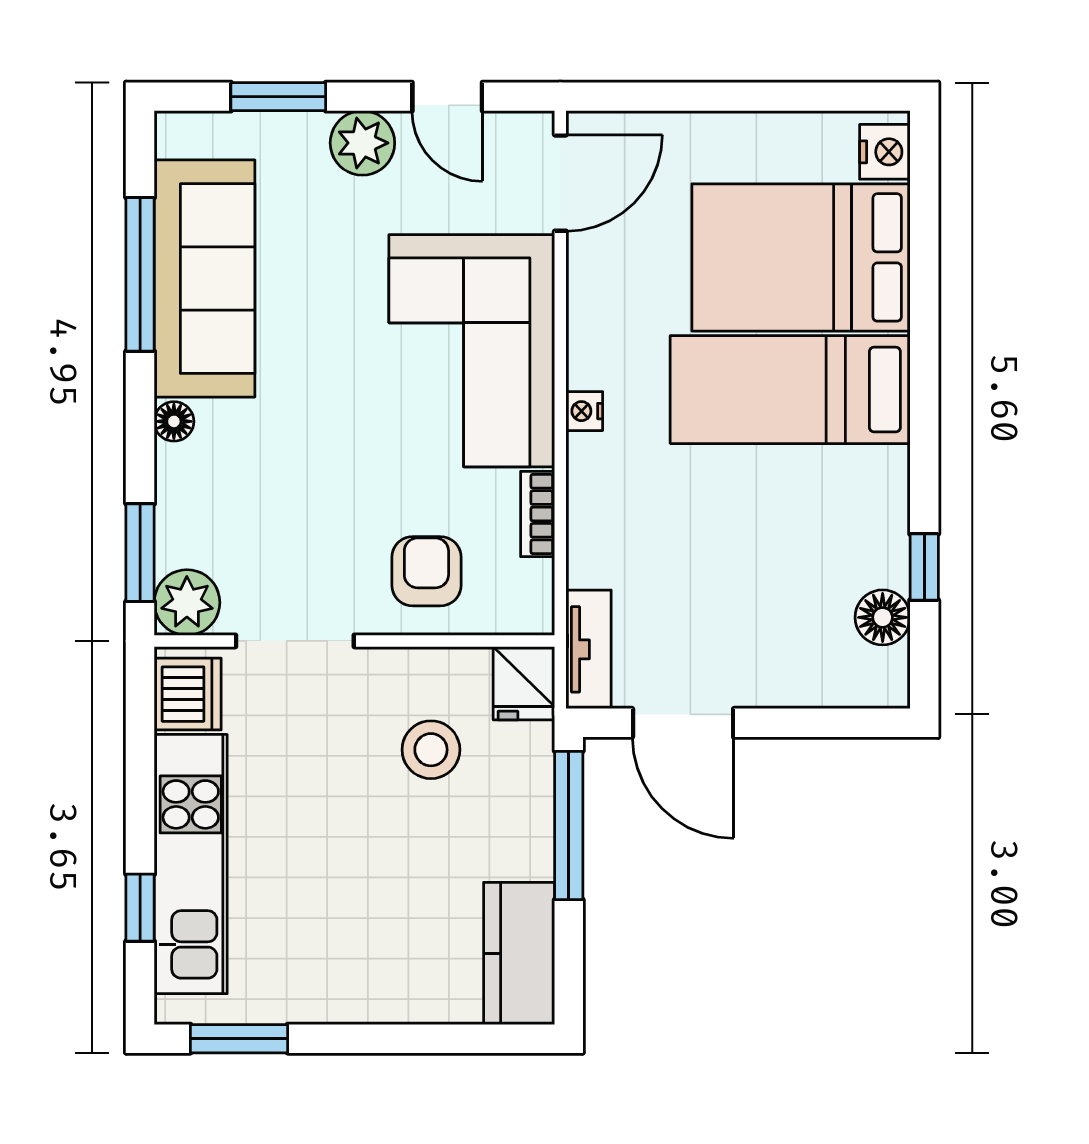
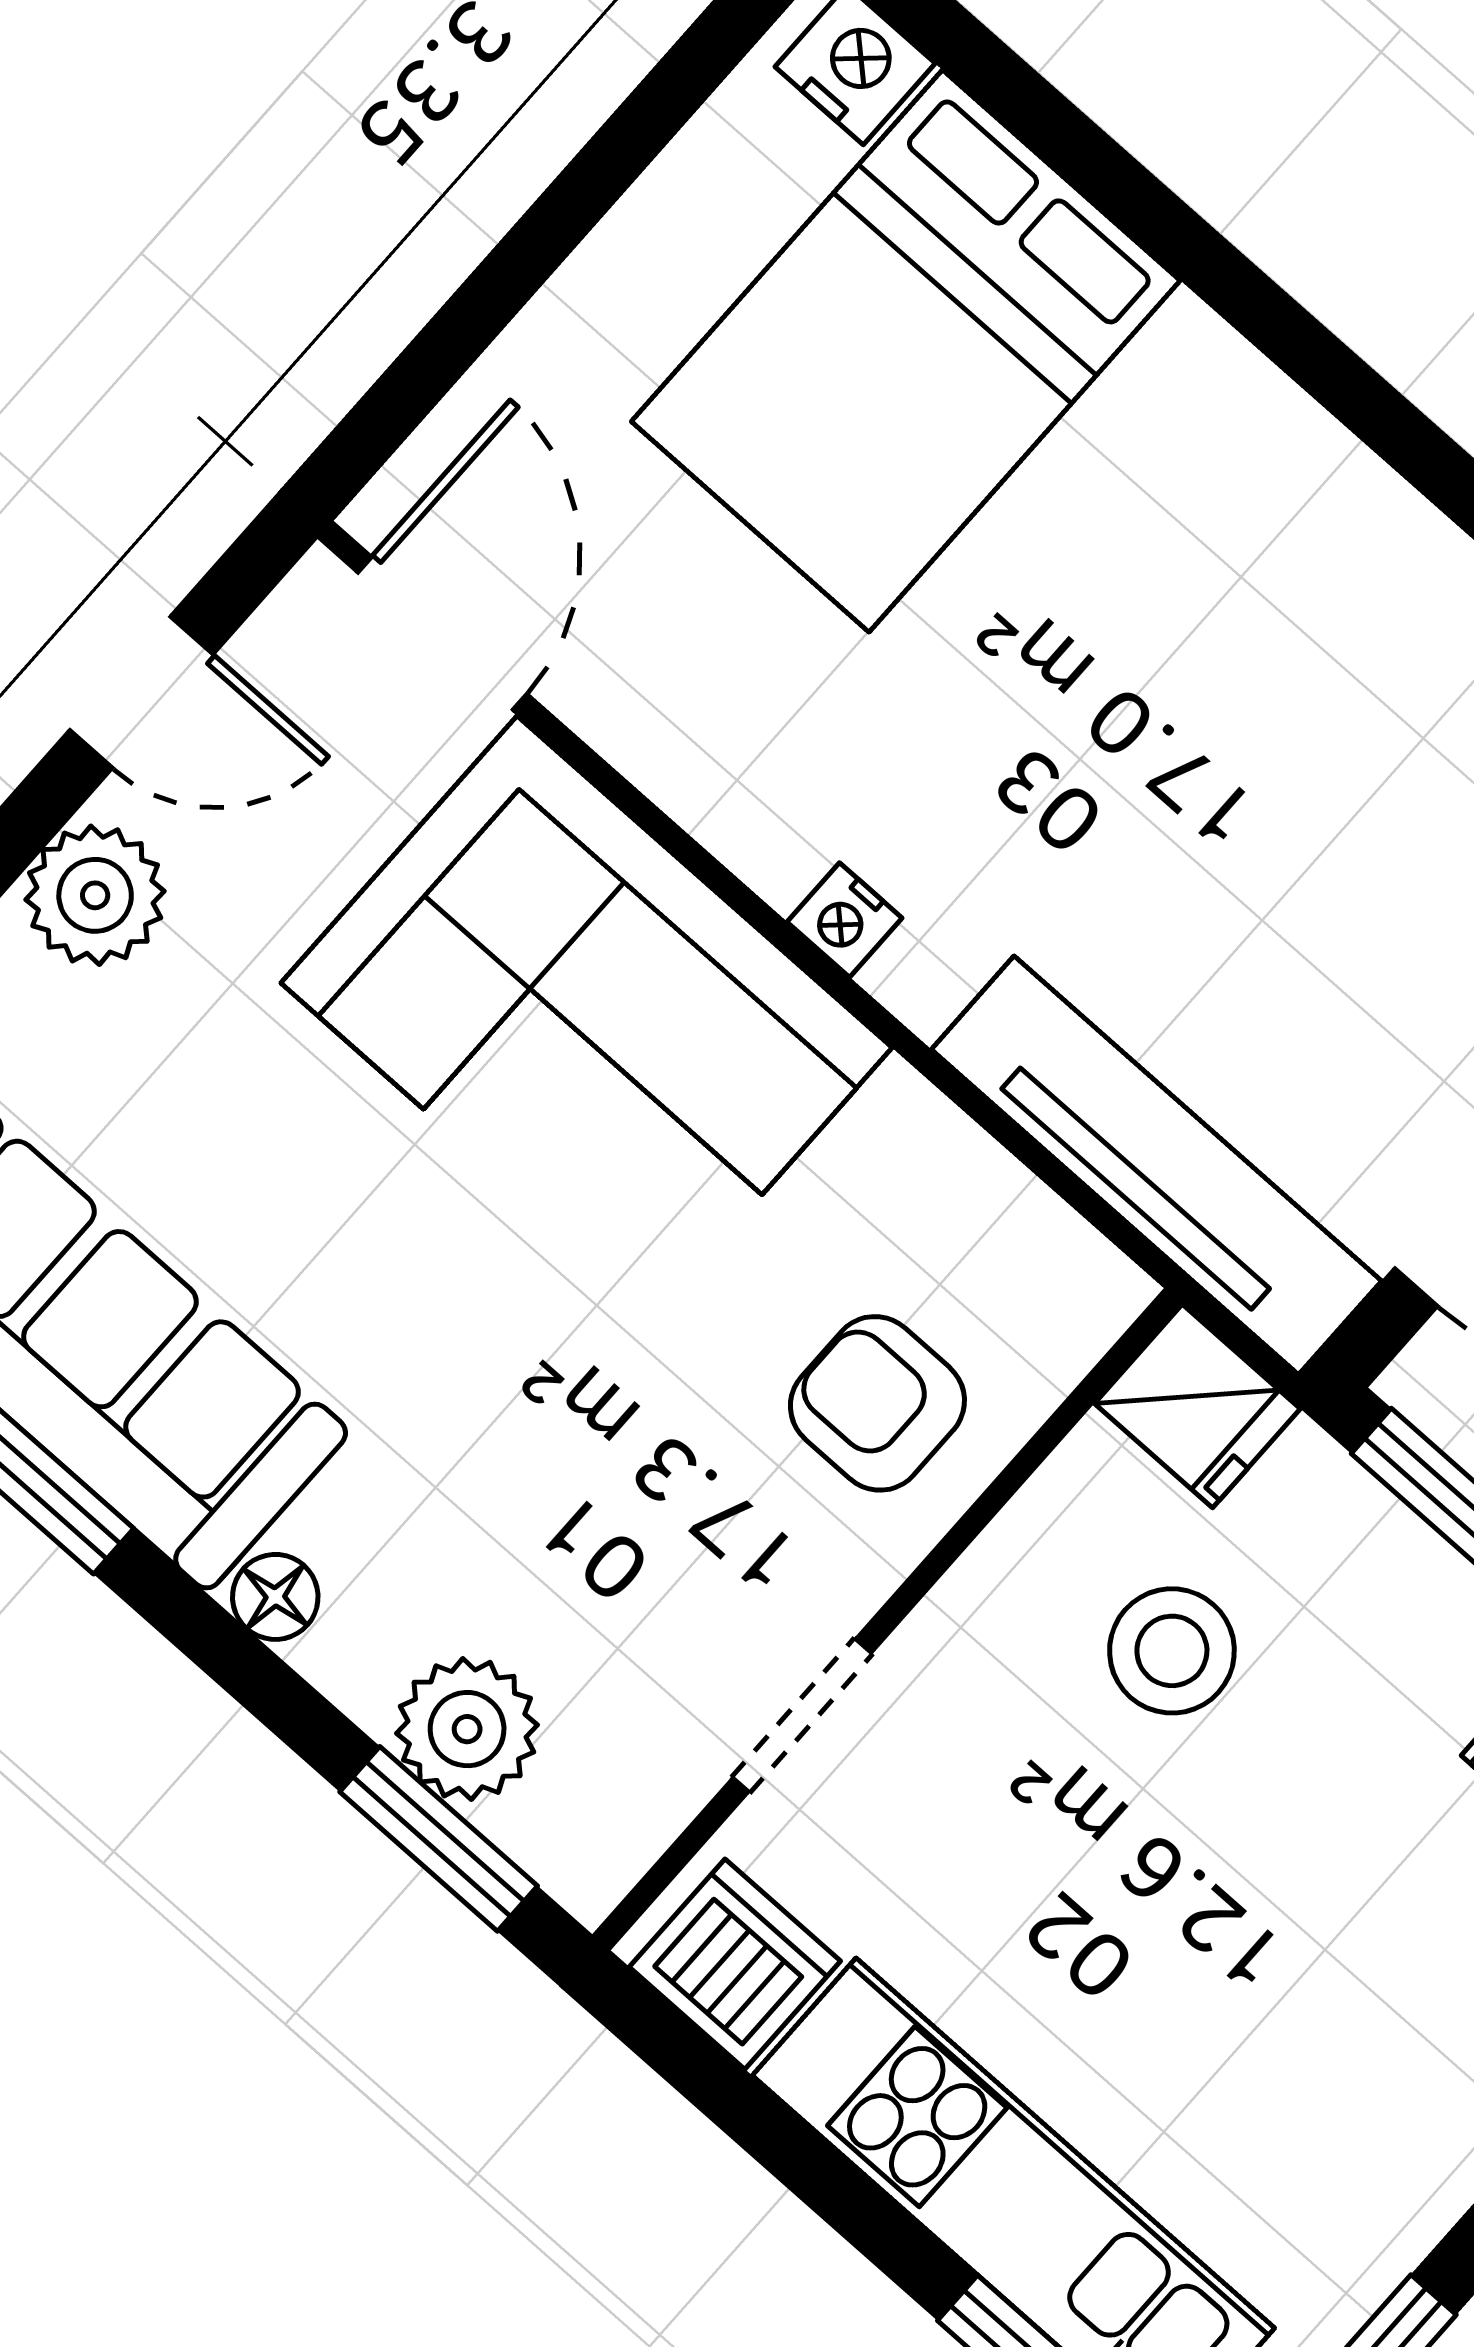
bed: (790, 390) -> (1103, 557), removed
bookcase: (538, 514) -> (944, 1142), removed
plant: (187, 603) -> (467, 1729), moved
doorway: (295, 641) -> (802, 1715), width x0.73
tv unit: (589, 649) -> (1156, 1165), width x1.92, depth x1.29

